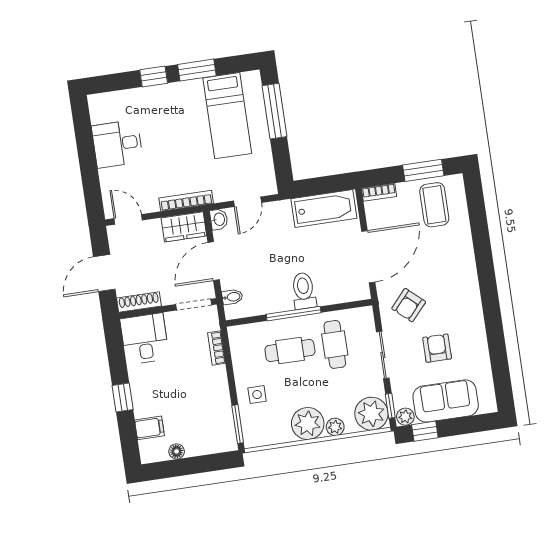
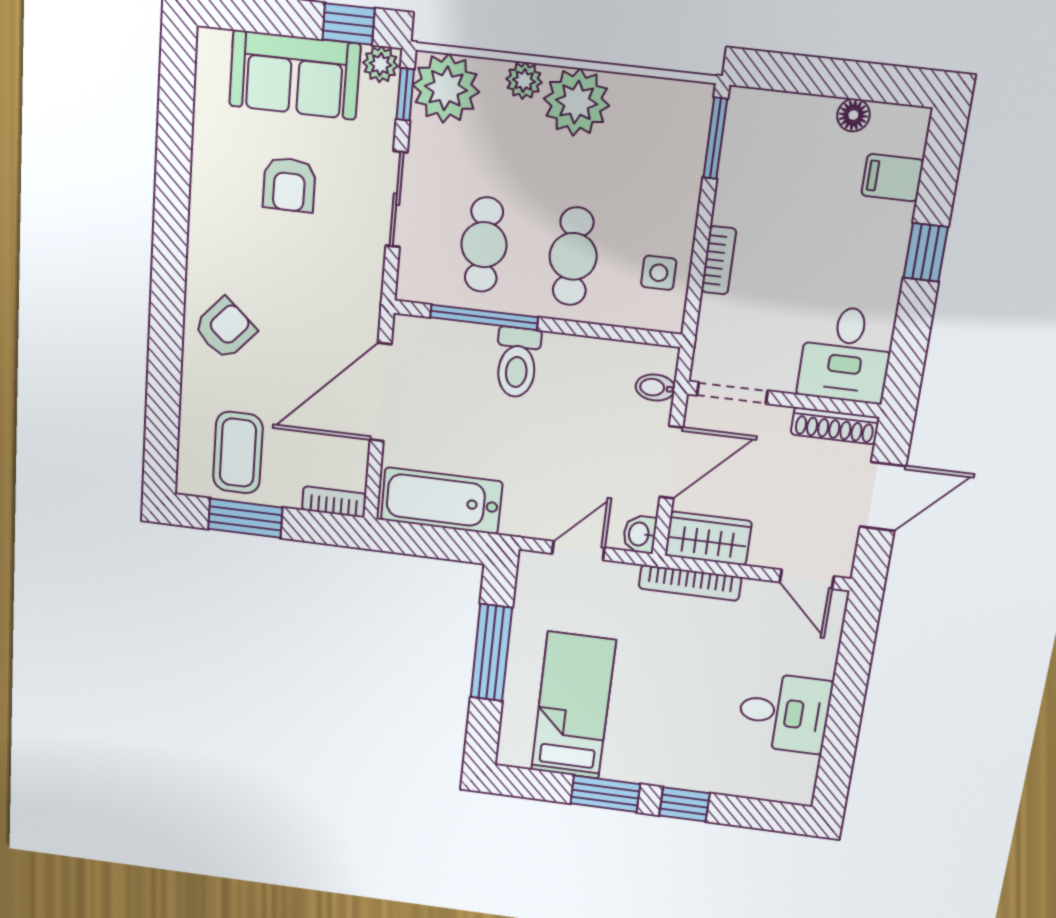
window: (275, 111) -> (491, 653), moved
armchair: (409, 305) -> (225, 329), moved
window: (294, 314) -> (484, 317), moved
bookcase: (216, 348) -> (719, 260), moved
cafe table: (290, 350) -> (573, 256), turned 90
side table: (257, 395) -> (659, 273), moved

